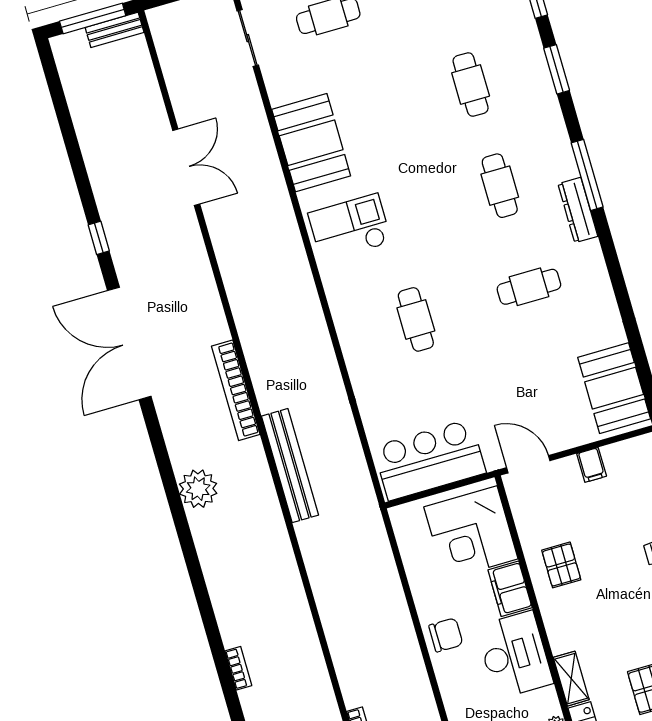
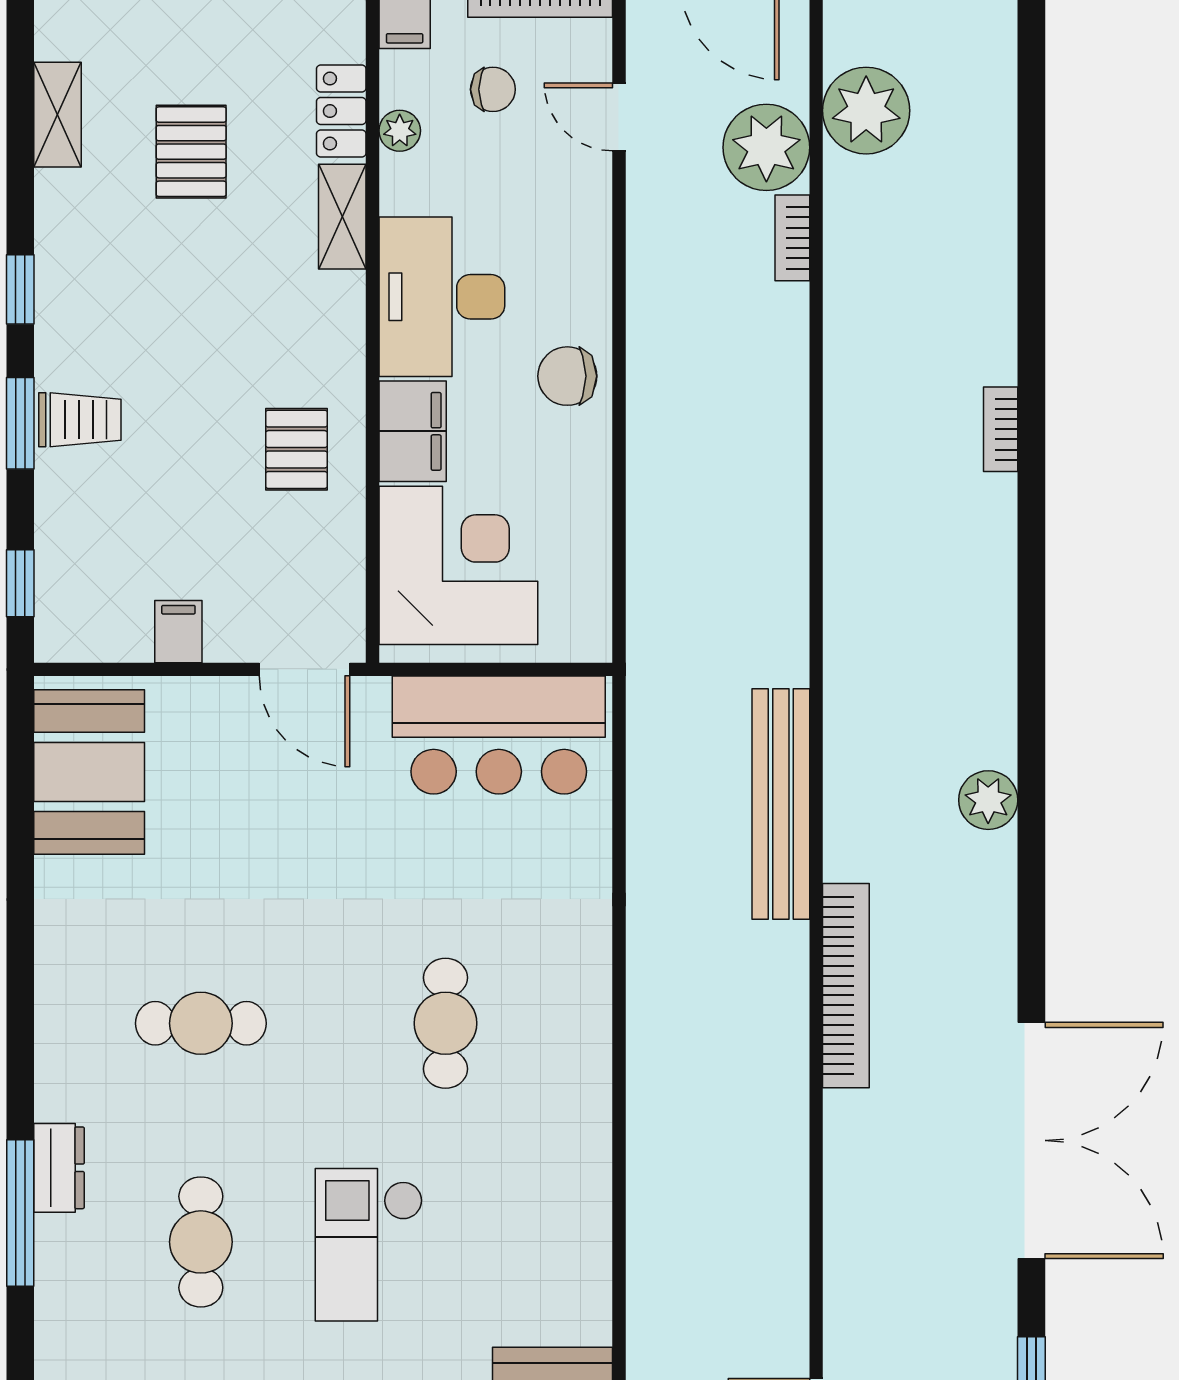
dresser: (578, 210) -> (59, 1168), width x0.70
checkout: (350, 228) -> (369, 1245), moved, turned 90
plant: (198, 489) -> (988, 800), width x0.73, depth x0.73

